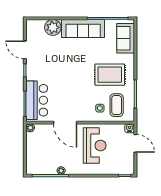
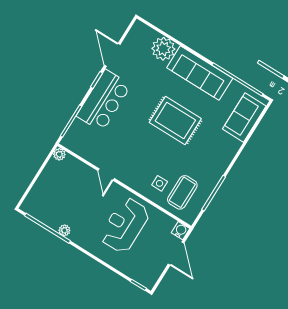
rug: (110, 75) -> (175, 121), moved
bar counter: (37, 100) -> (104, 101), moved
door: (65, 123) -> (106, 175), width x0.53
reception desk: (95, 145) -> (125, 225), turned 180

